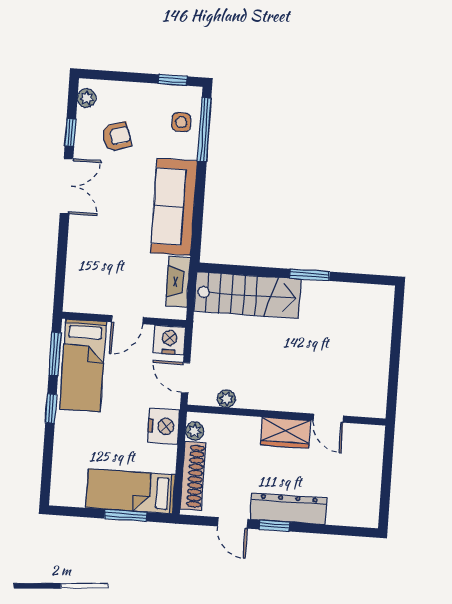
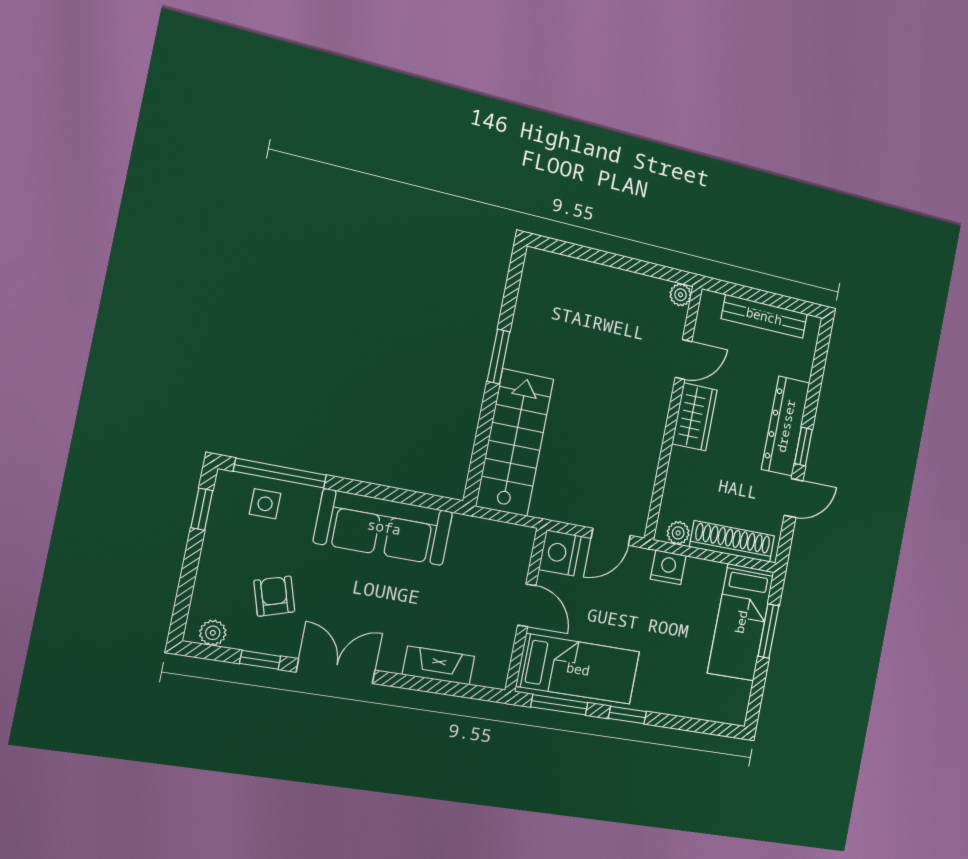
fireplace: (178, 282) -> (439, 665), moved, turned 180
plant: (226, 399) -> (681, 295), moved
nightstand: (163, 426) -> (668, 567), width x0.74, depth x0.75
bench: (372, 480) -> (764, 316), added

